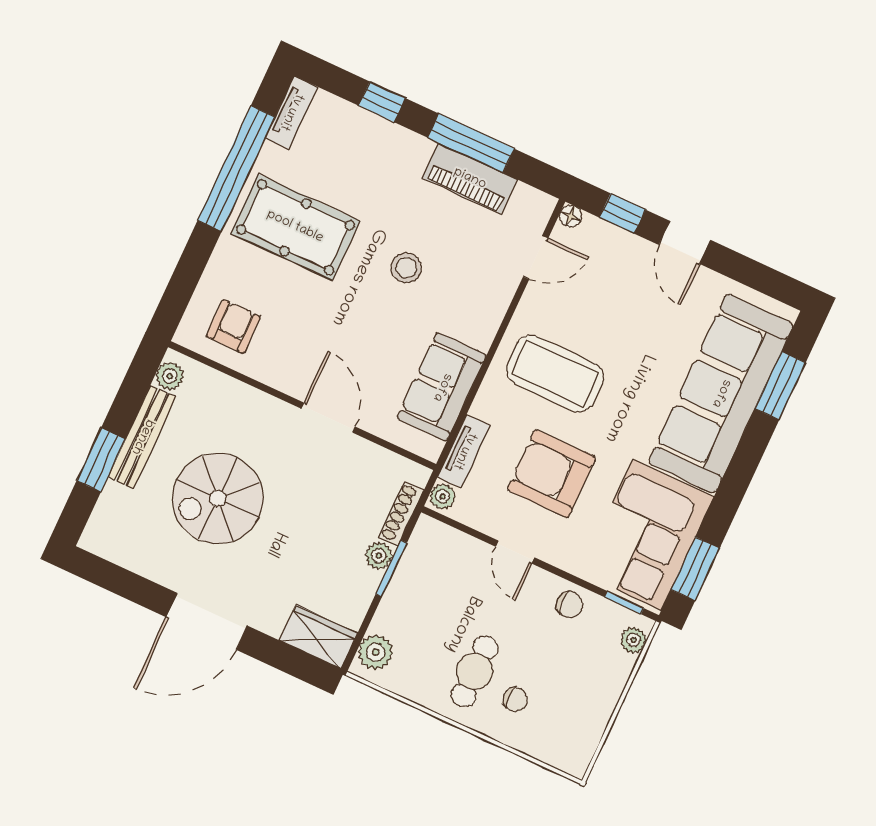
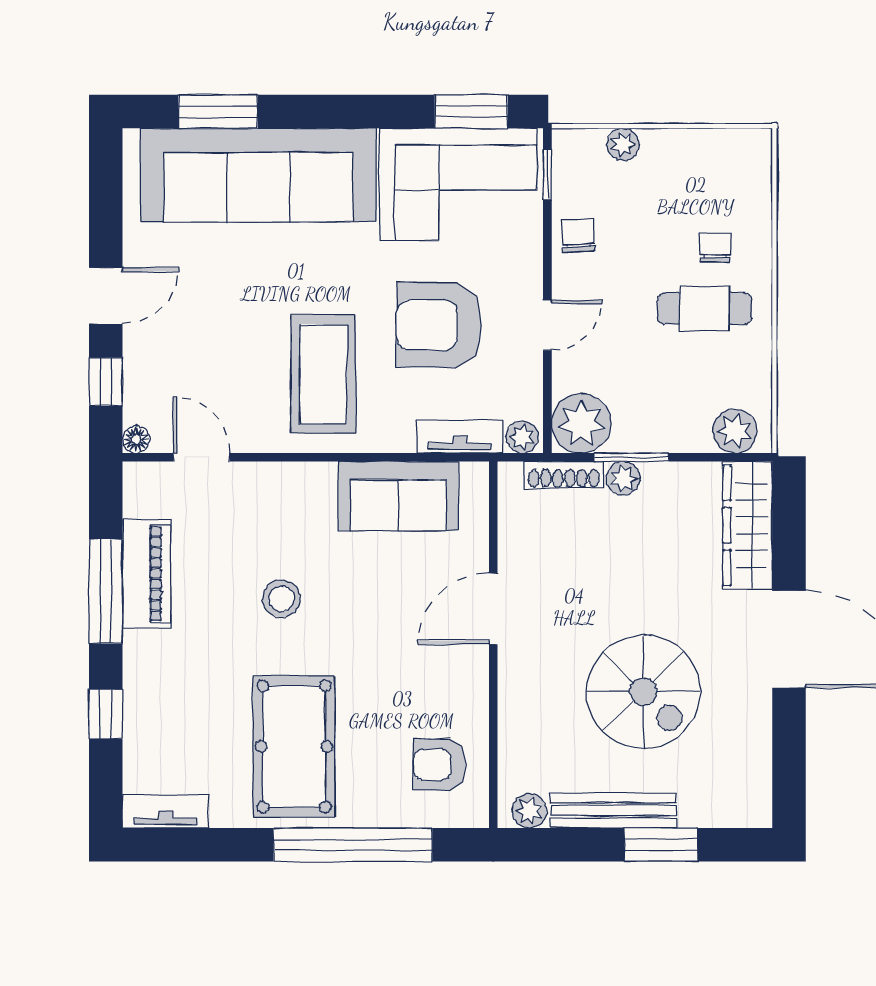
window: (236, 169) -> (353, 845), moved
armchair: (552, 474) -> (439, 325), turned 91
plant: (433, 544) -> (581, 423), added
wardrobe: (318, 637) -> (748, 525), width x1.50
plant: (633, 640) -> (623, 144), moved

